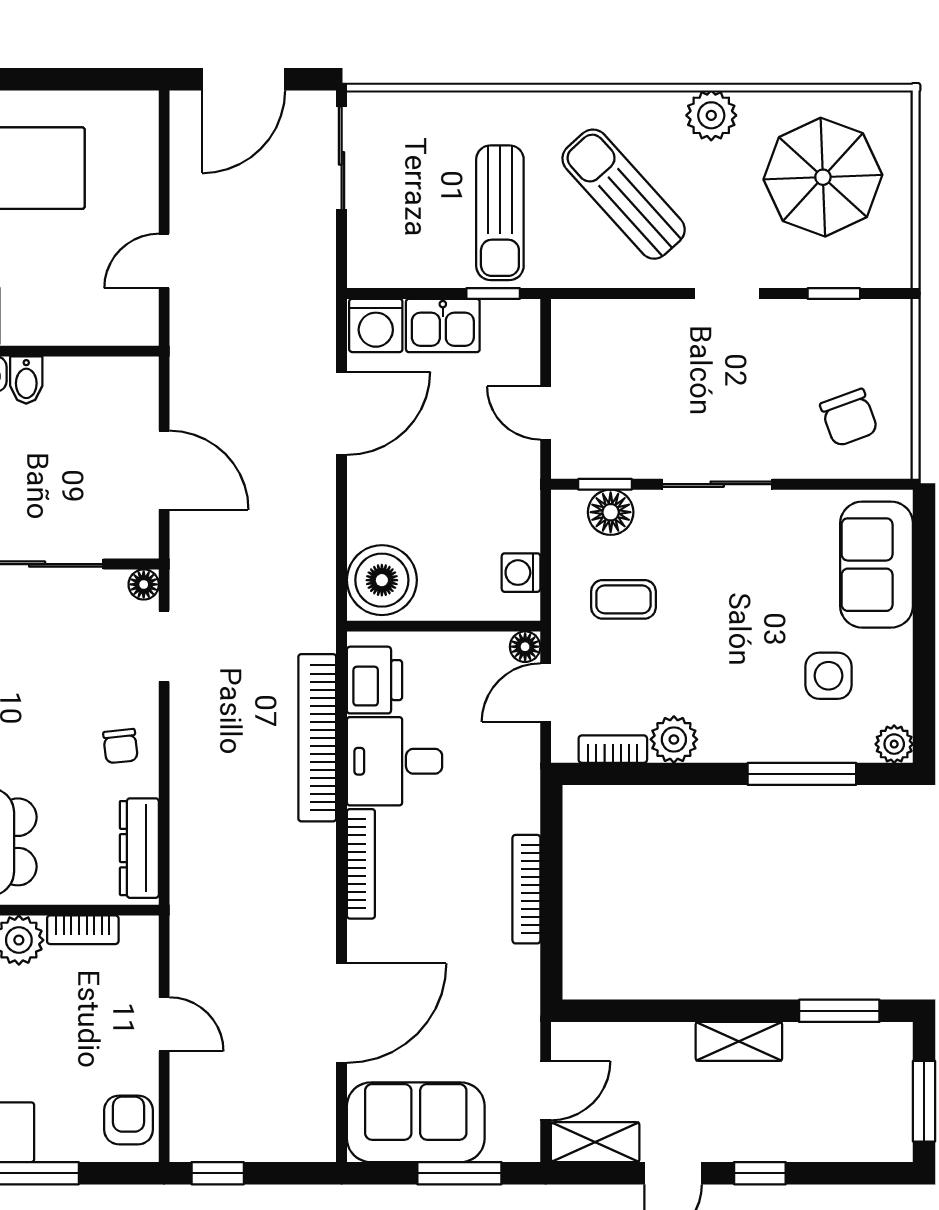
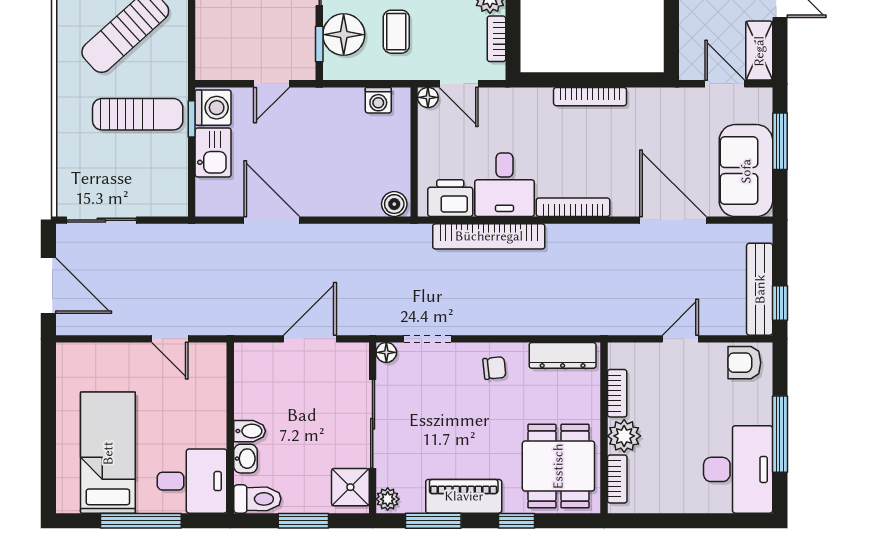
washing machine: (376, 325) -> (213, 108), moved
floor lamp: (611, 512) -> (344, 35), width x1.38, depth x1.38
boiler: (382, 580) -> (394, 204), width x0.54, depth x0.54
bench: (238, 1143) -> (760, 289), added

